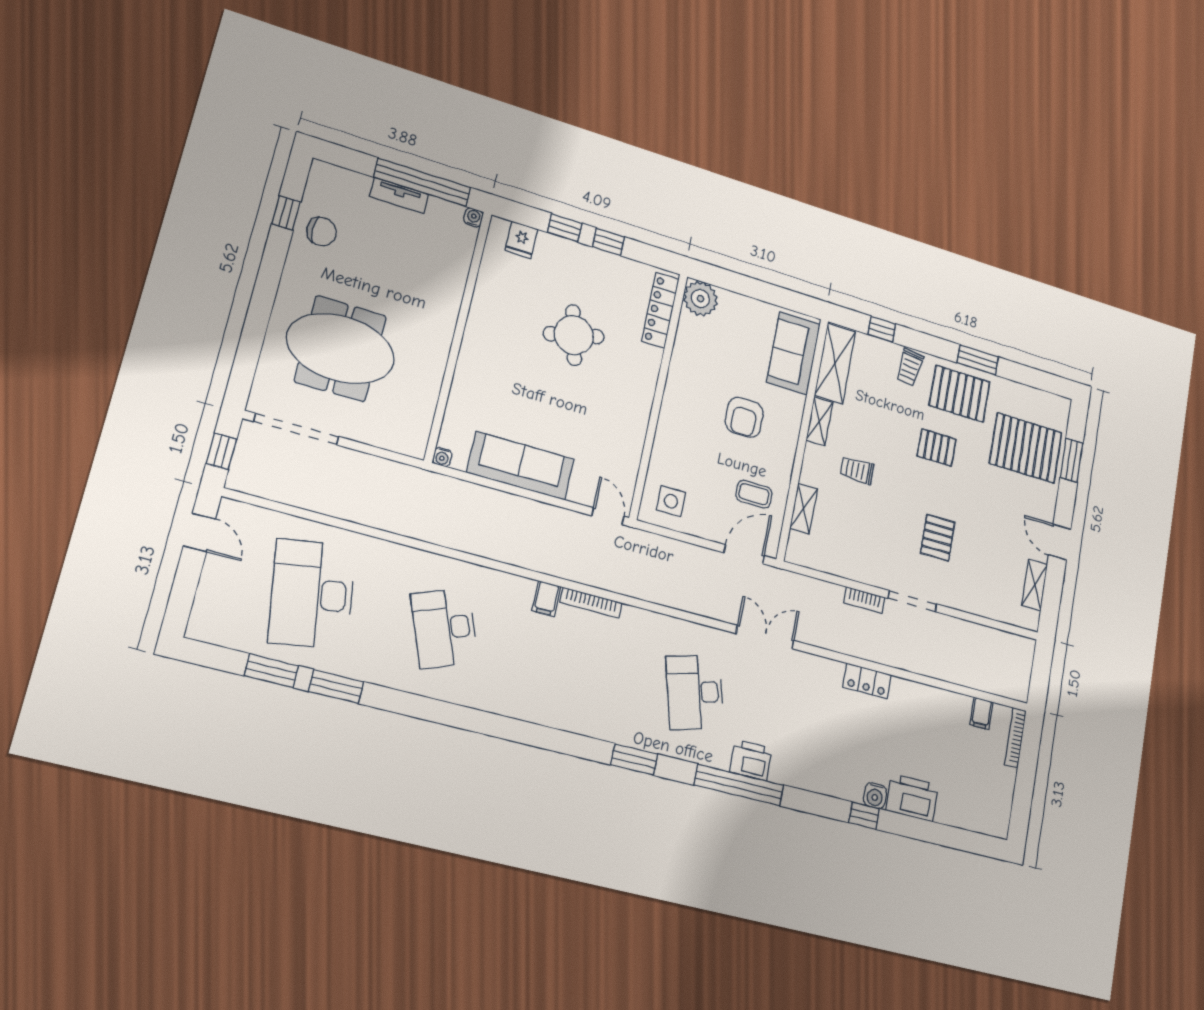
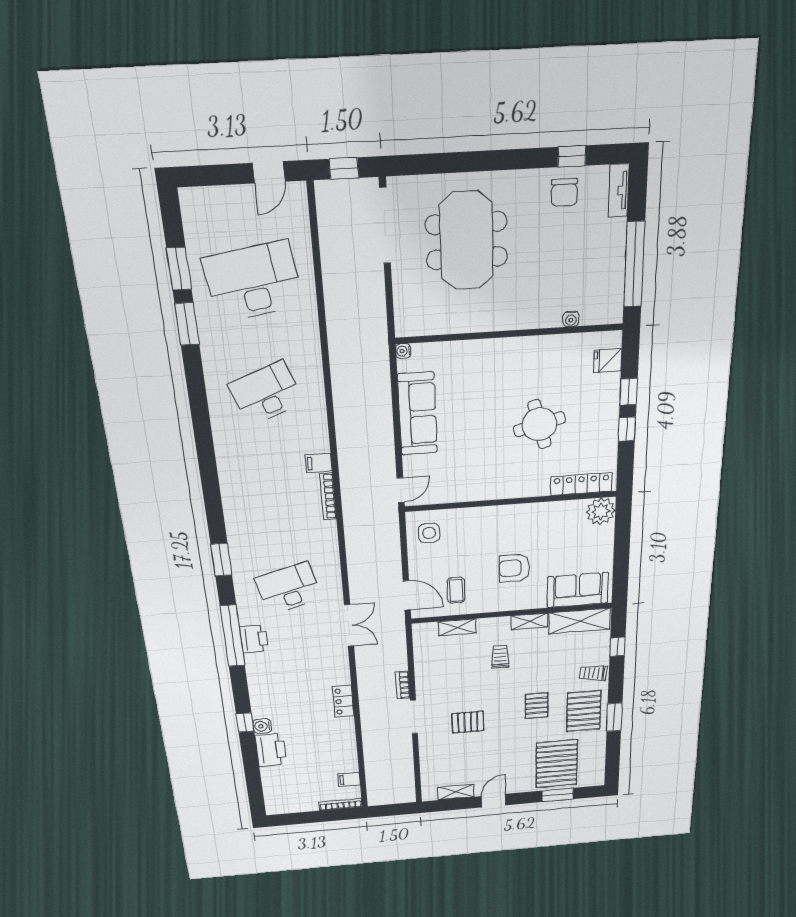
tv unit: (399, 195) -> (619, 191), moved
water cooler: (473, 217) -> (571, 319), moved, turned 90

